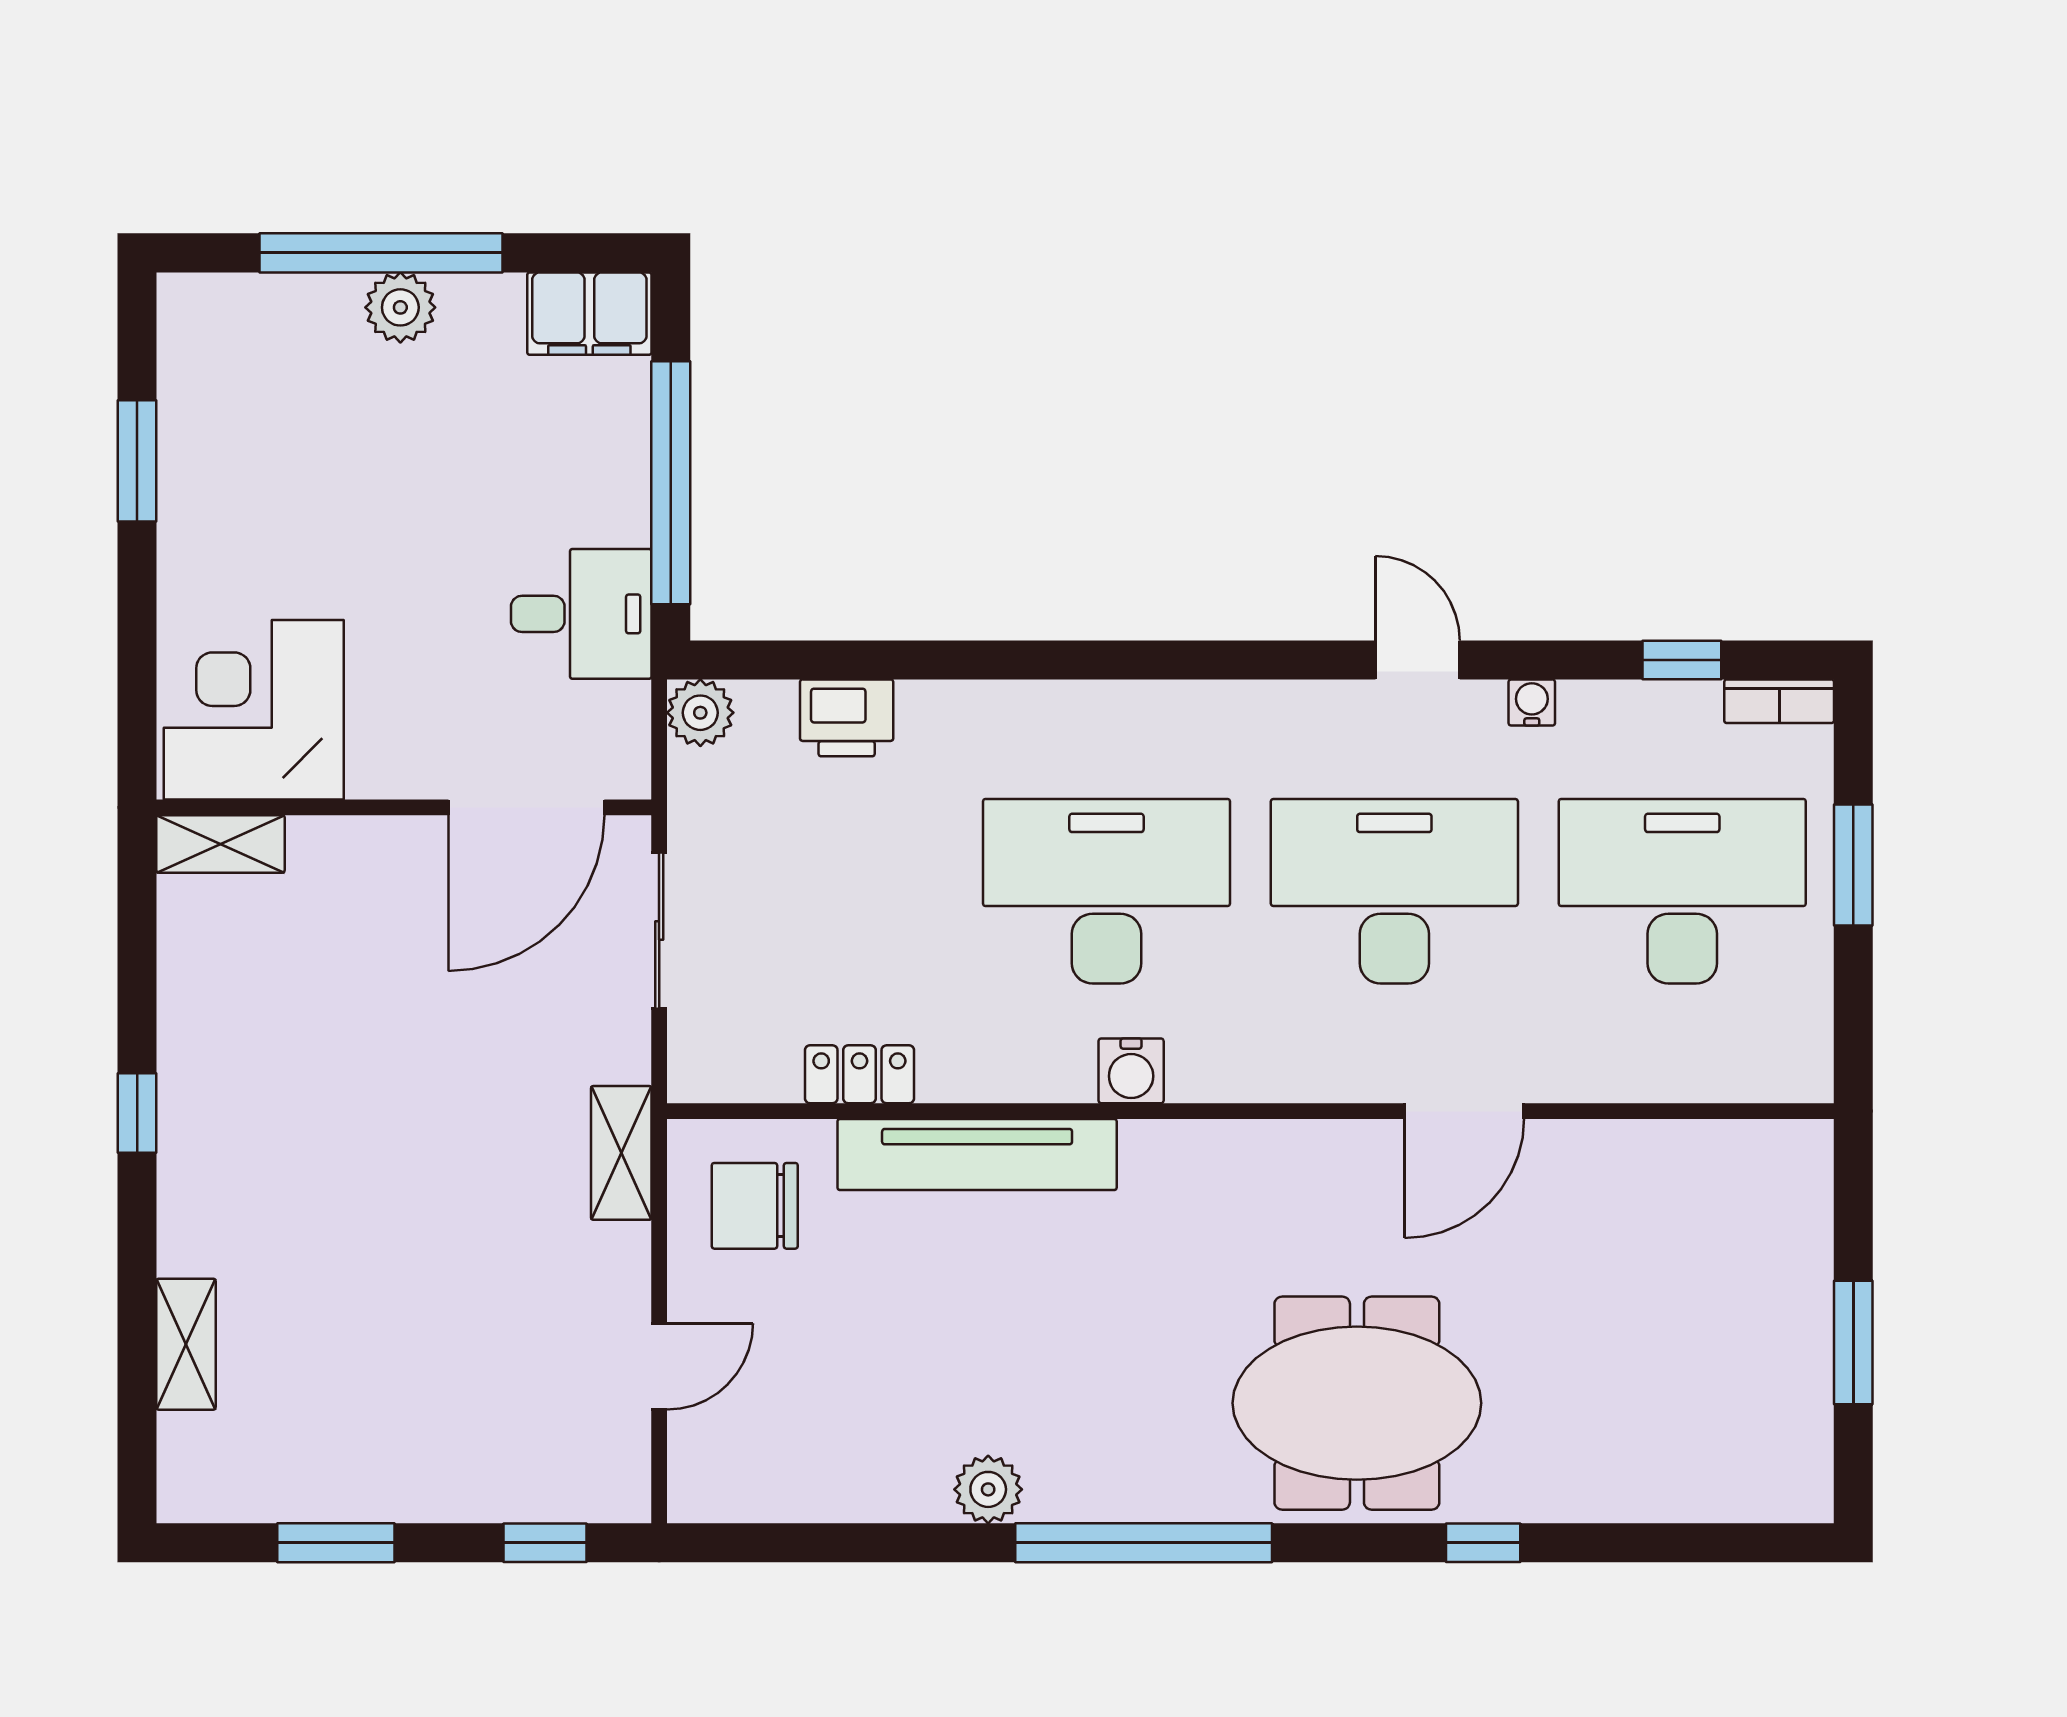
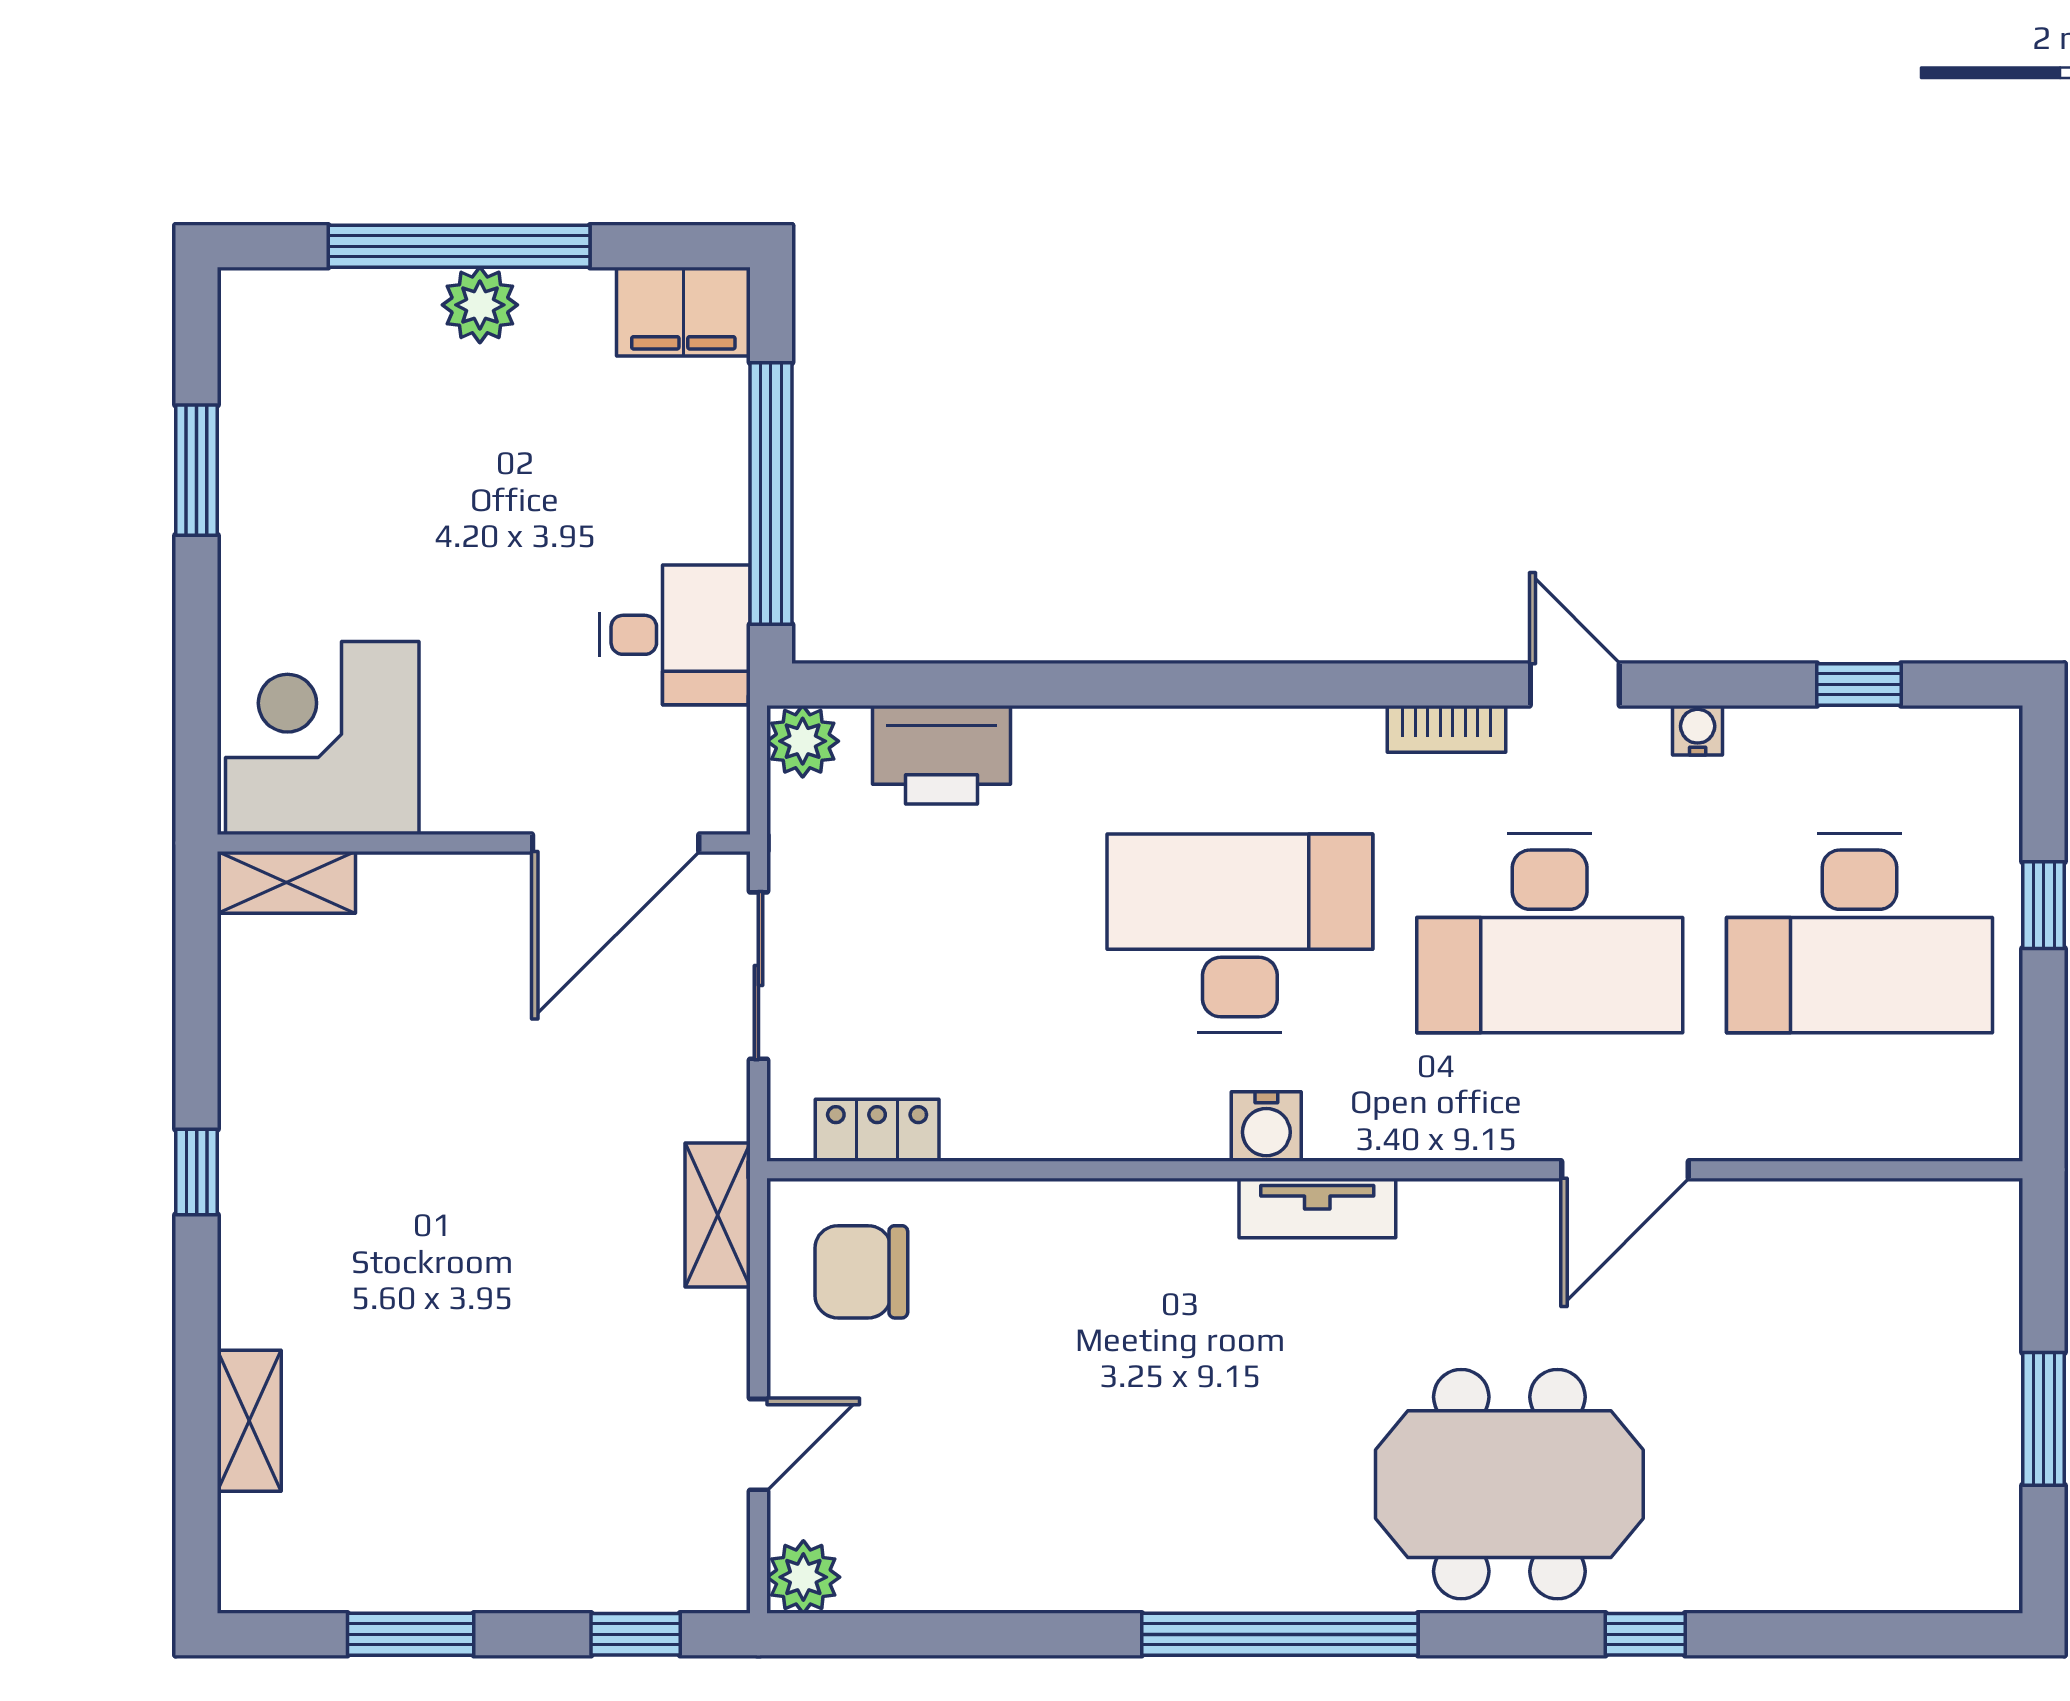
bookcase: (1779, 701) -> (1447, 729), moved
printer: (847, 718) -> (942, 755), width x1.37, depth x1.19
window: (1853, 865) -> (2044, 905), width x0.67
desk: (1394, 891) -> (1550, 933), turned 180
desk: (1682, 891) -> (1859, 933), turned 180
locker: (859, 1074) -> (877, 1130), moved
tv unit: (977, 1154) -> (1317, 1208), moved, width x0.52, depth x0.78
plant: (988, 1489) -> (803, 1577), moved

